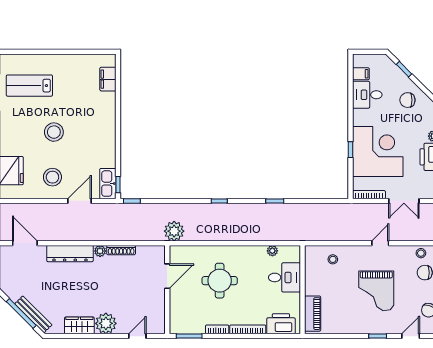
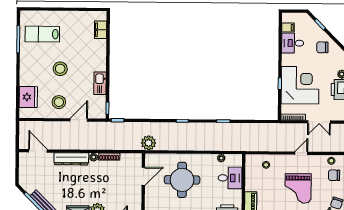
kitchen sink: (108, 184) -> (100, 83), moved
round table: (220, 281) -> (182, 180), width x1.36, depth x1.36

